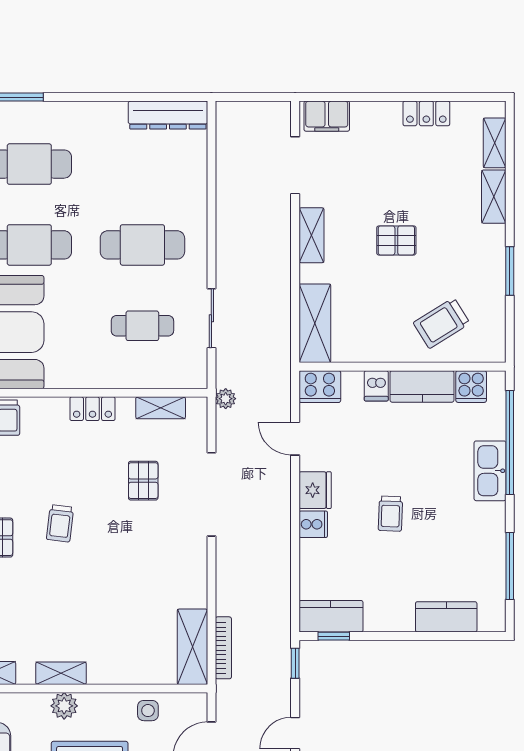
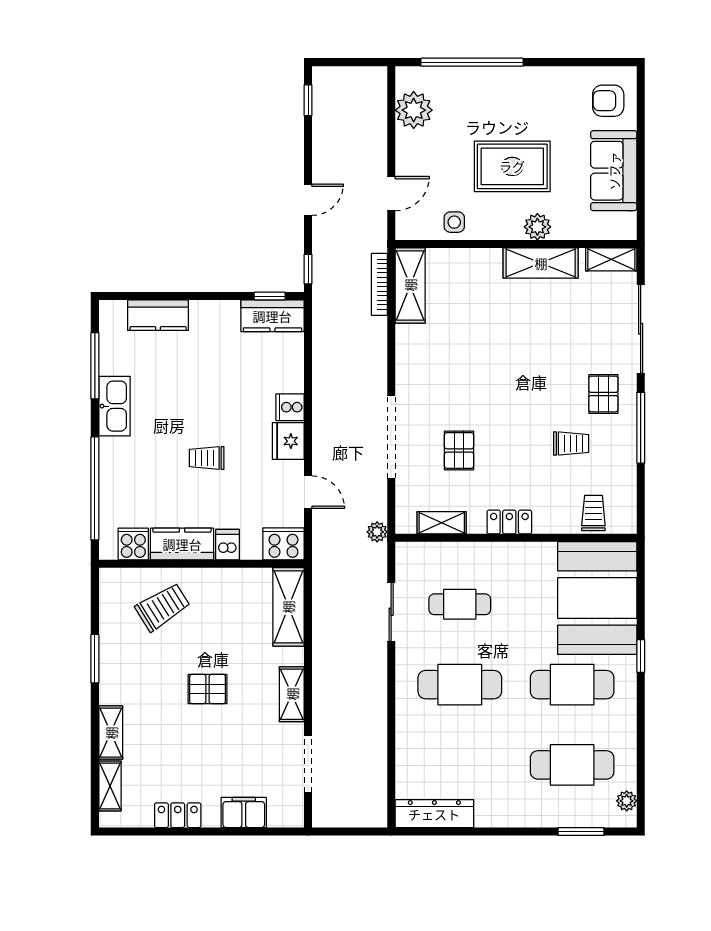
filing cabinet: (327, 116) -> (244, 813), moved
kitchen sink: (490, 471) -> (114, 406), moved
trolley: (390, 514) -> (207, 458), moved, turned -92
trolley: (60, 523) -> (571, 443), moved, turned 83
shelving: (61, 673) -> (541, 263), width x1.50, depth x1.33

